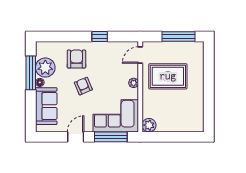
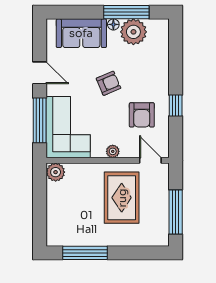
armchair: (76, 59) -> (142, 115), moved, turned 90
window: (209, 103) -> (85, 253), added

